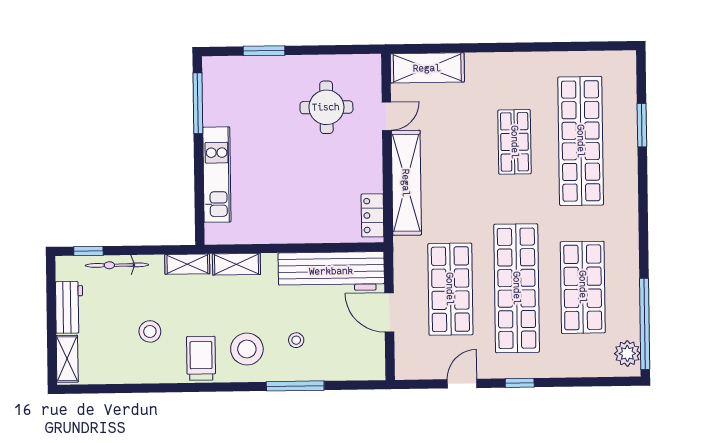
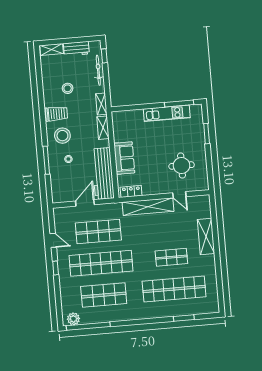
shelving: (427, 68) -> (206, 237), moved
kitchen unit: (217, 175) -> (167, 113), moved
sofa: (302, 224) -> (124, 158), added

